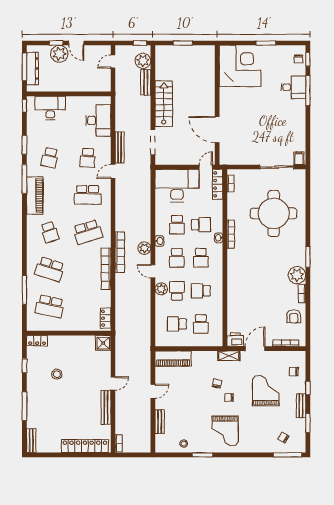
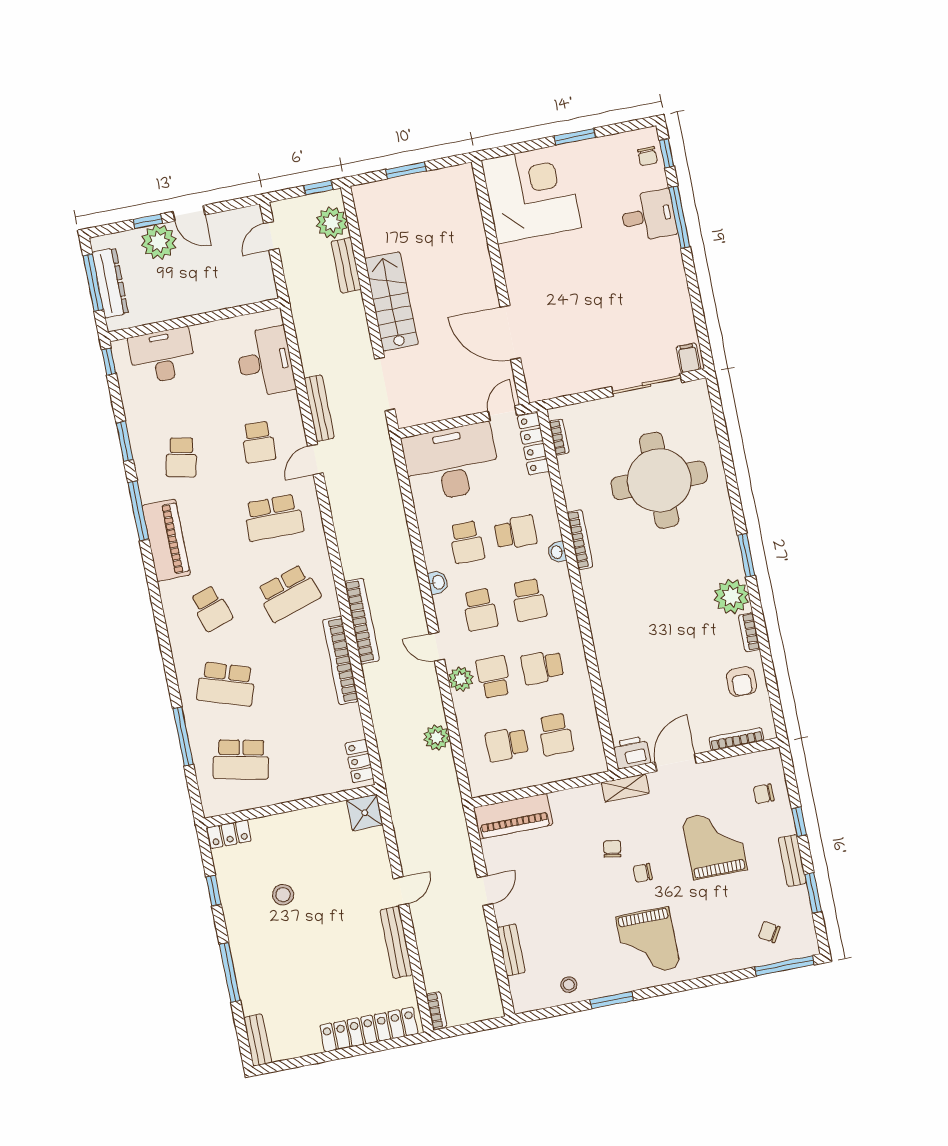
plant: (144, 248) -> (437, 737), moved

